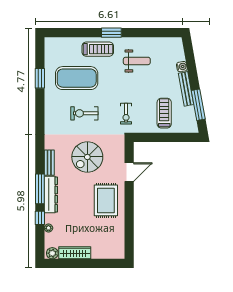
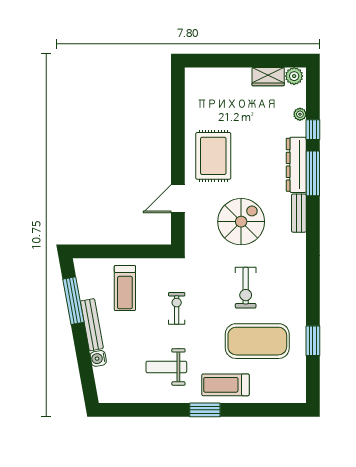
exercise bike: (84, 113) -> (246, 288), turned 90
exercise bike: (126, 114) -> (177, 308), moved
wardrobe: (75, 253) -> (268, 77), width x0.67

